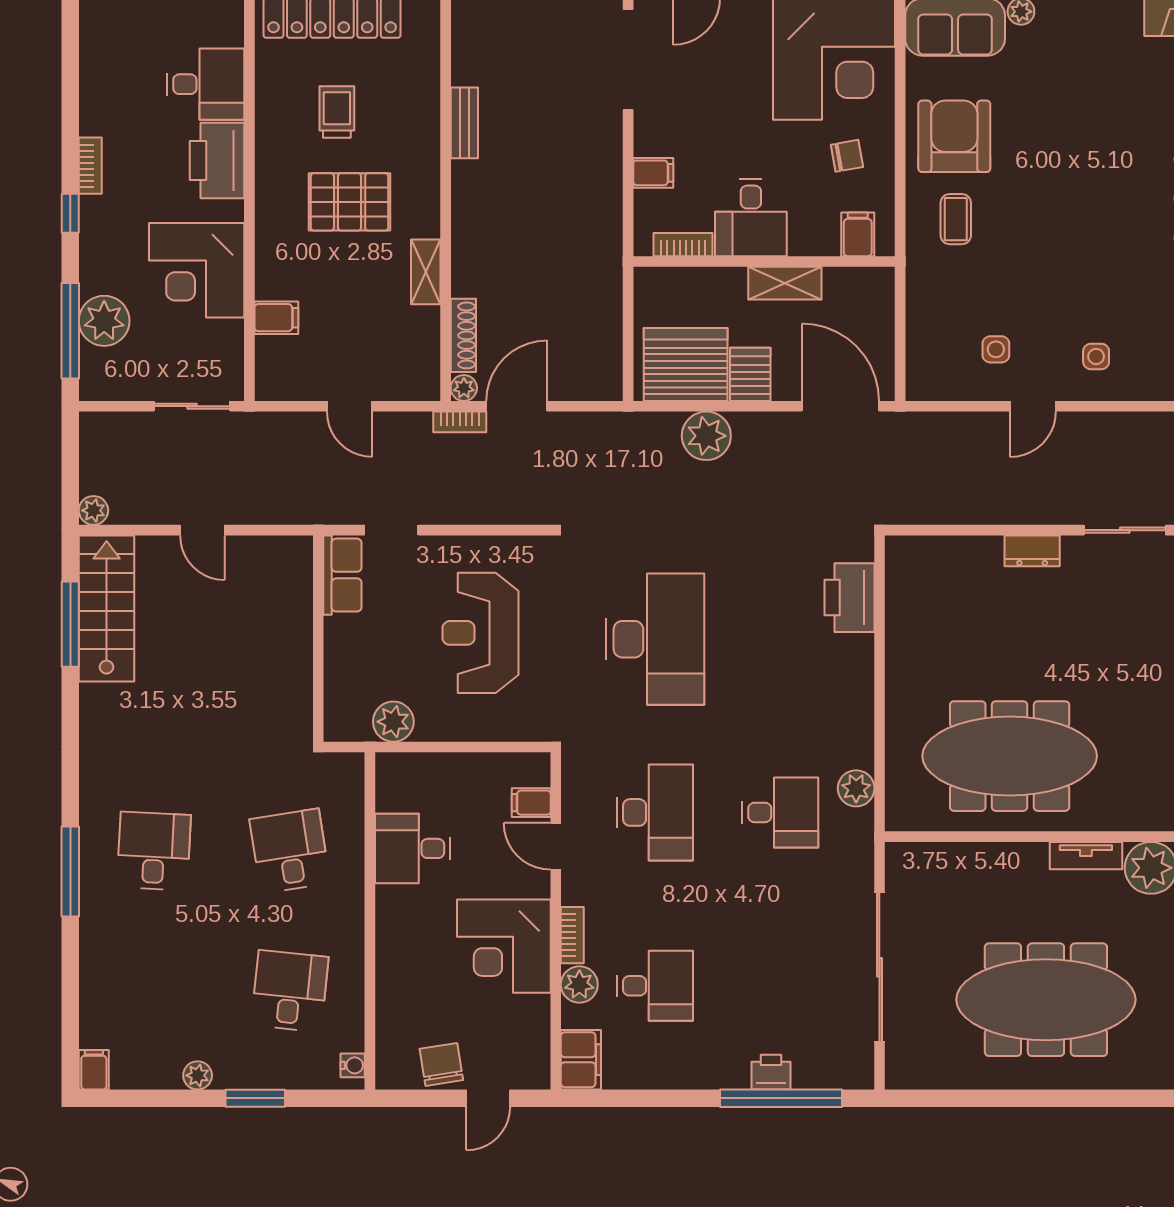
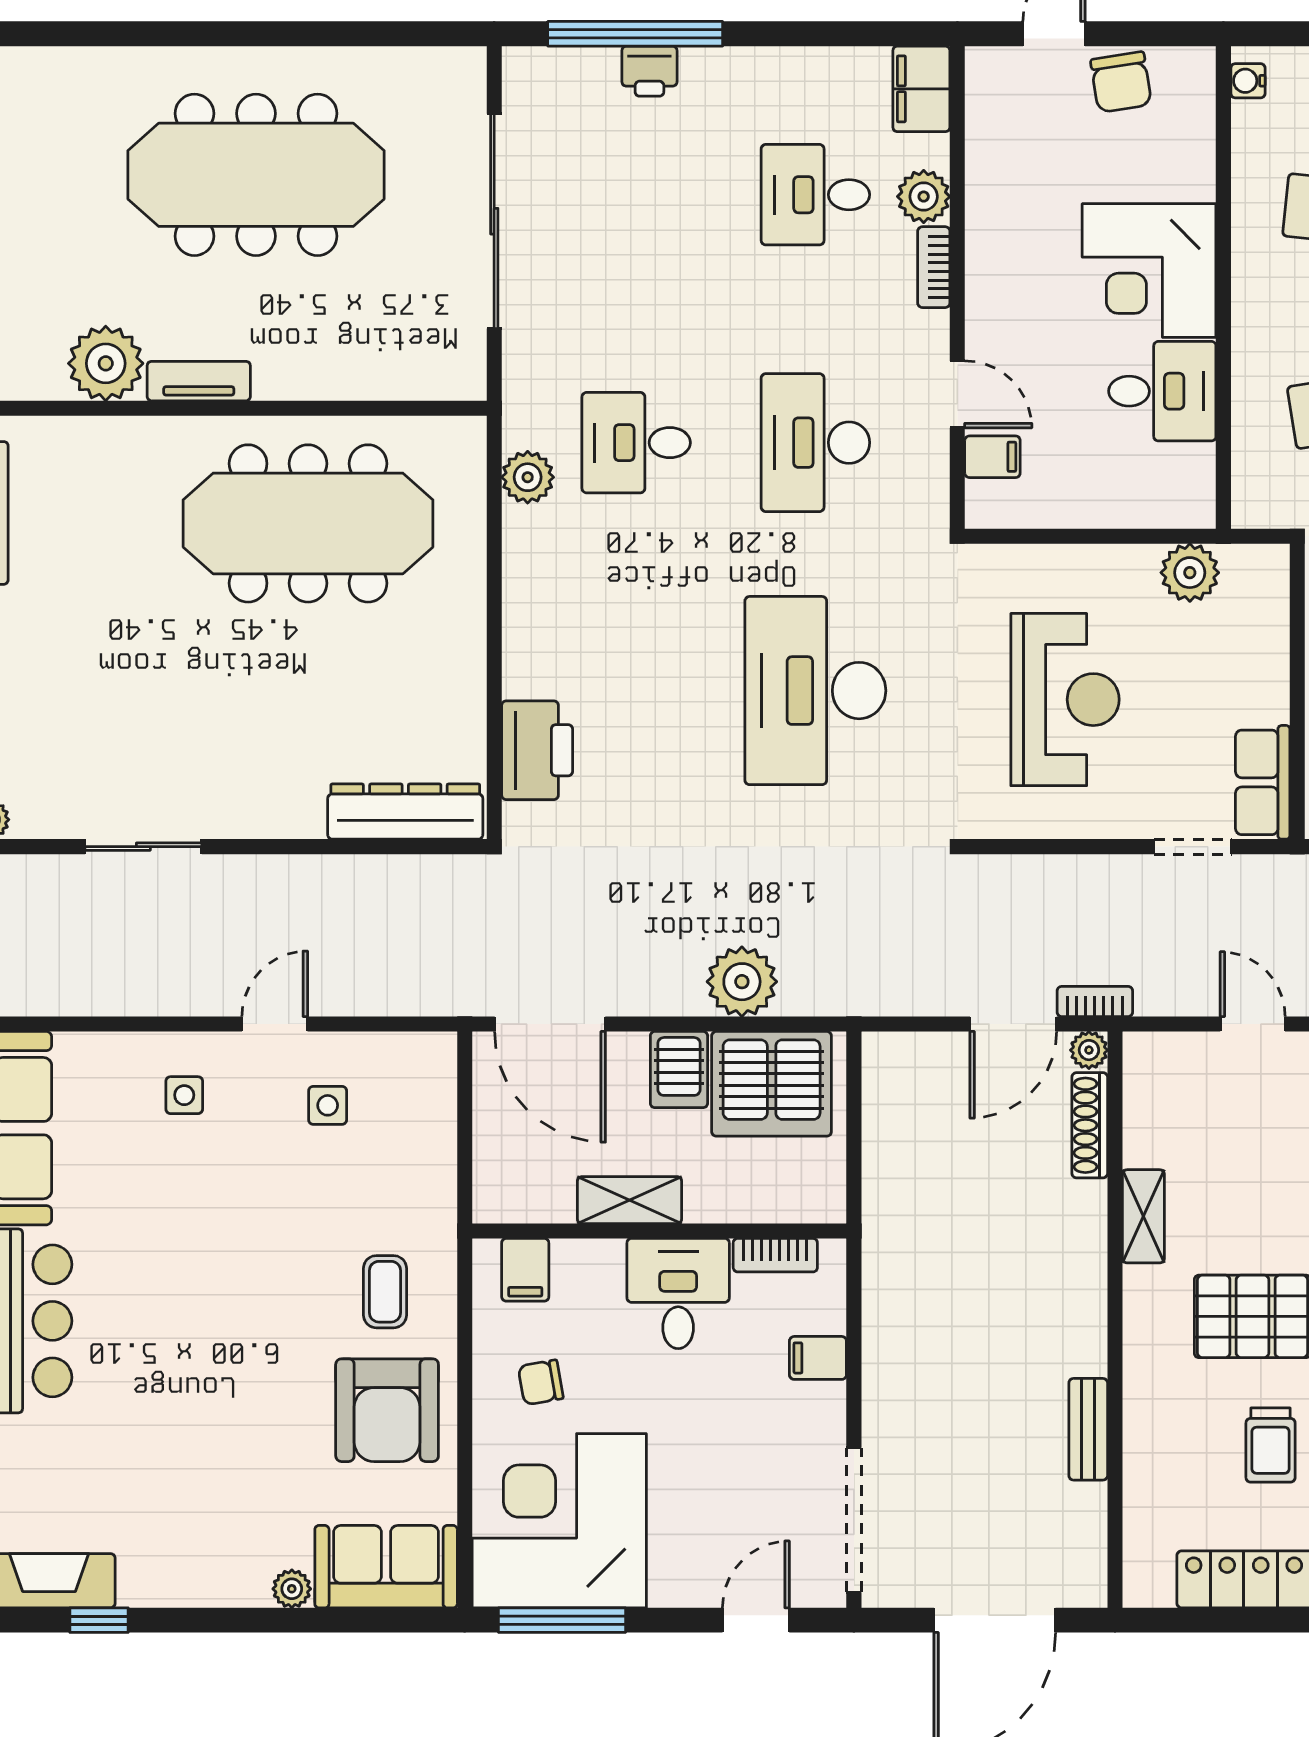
dresser: (1032, 551) -> (405, 812), moved, width x1.96, depth x1.24
corner desk: (504, 946) -> (1149, 271), moved, turned 180

